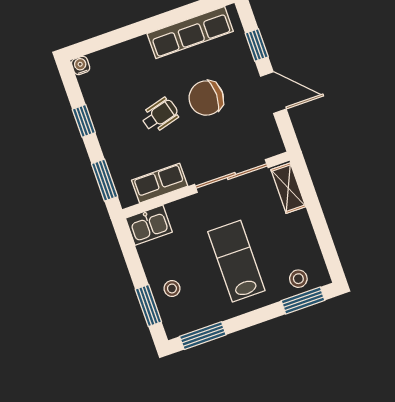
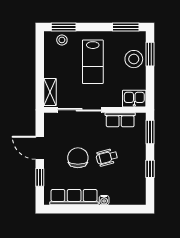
water cooler: (81, 65) -> (104, 200), moved
chair: (206, 98) -> (78, 158), turned -90
stool: (172, 288) -> (134, 59), width x1.89, depth x1.89

